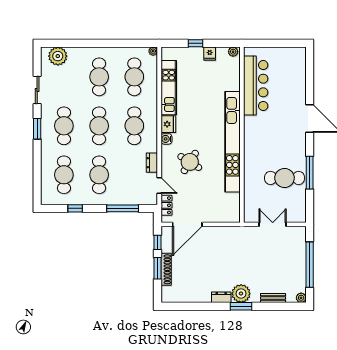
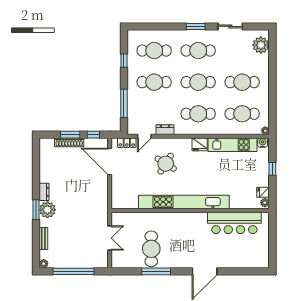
fridge: (210, 54) -> (263, 192), moved
water cooler: (166, 139) -> (263, 143), moved

